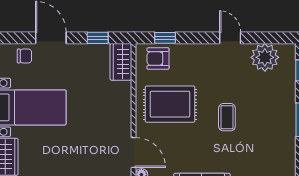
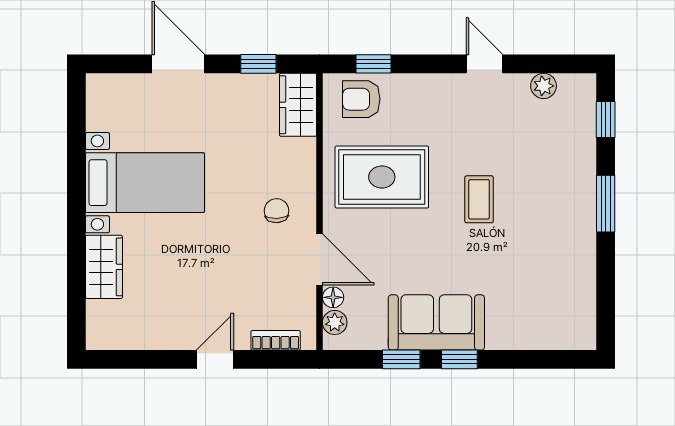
chair: (24, 56) -> (276, 211), moved, turned -93
plant: (265, 57) -> (544, 86), width x0.53, depth x0.53

